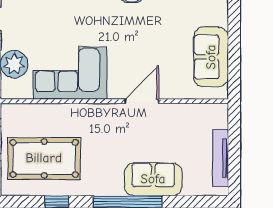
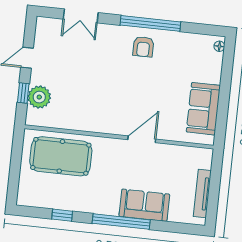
corner sofa: (70, 73) -> (85, 110), removed
pool table: (44, 158) -> (61, 156), moved

